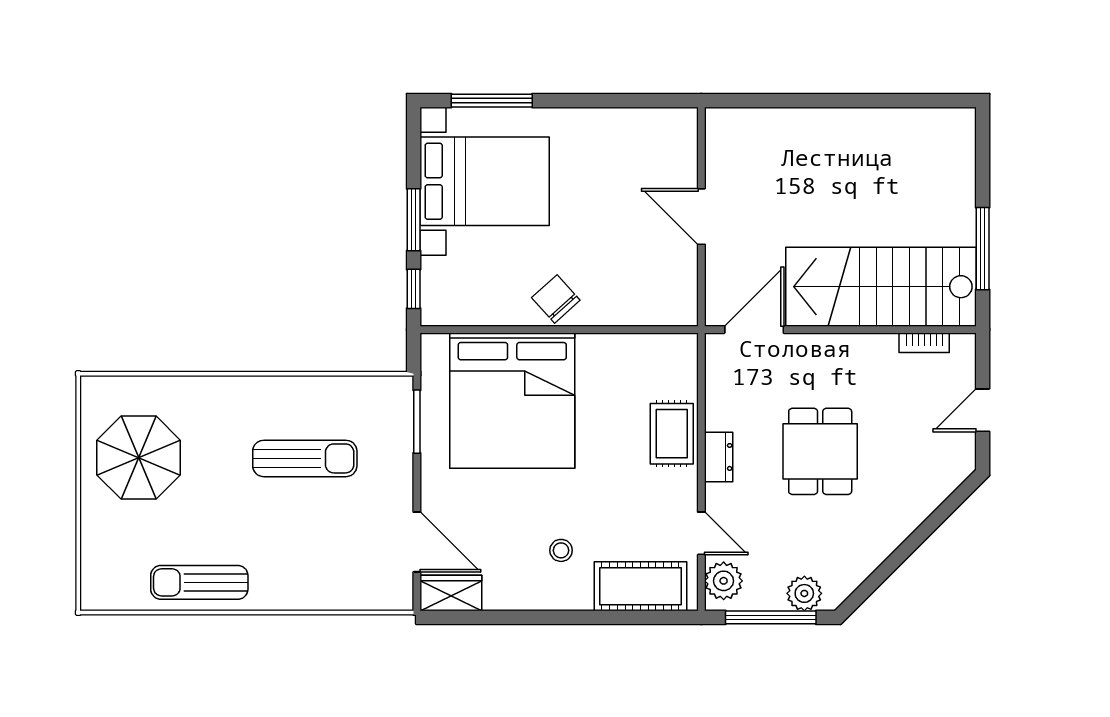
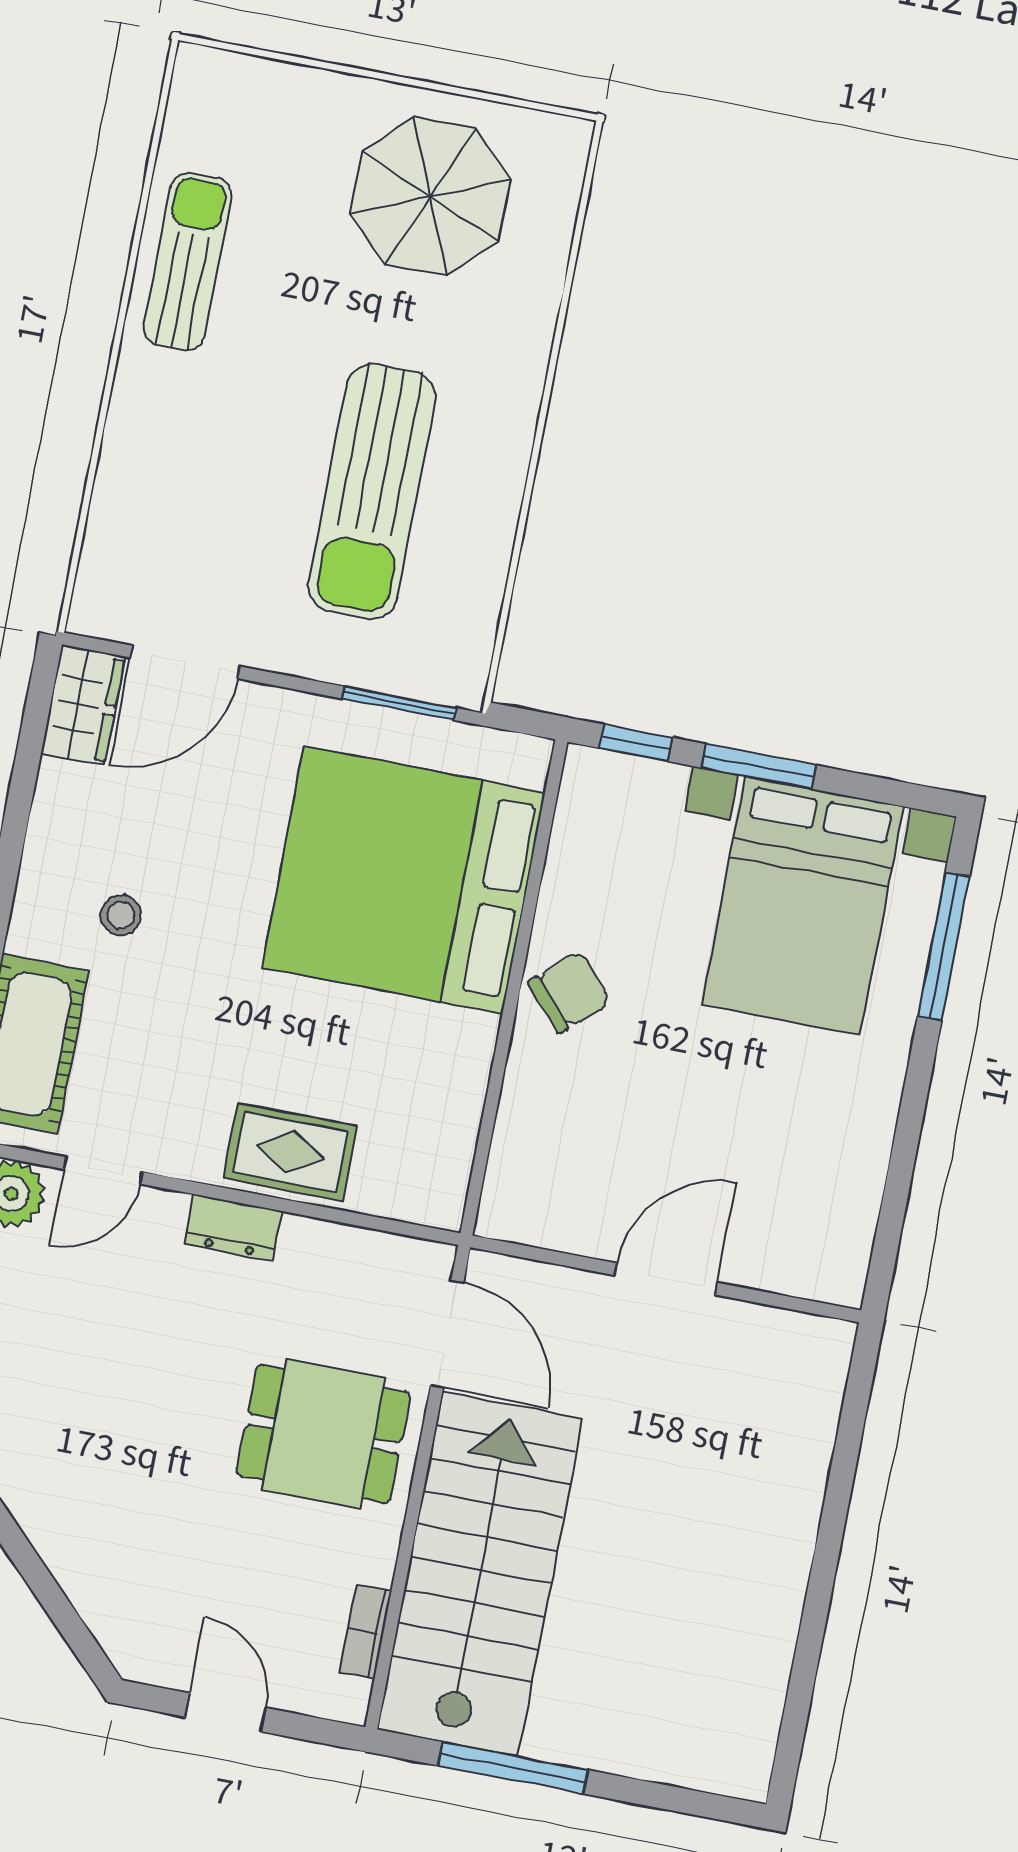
dining table: (820, 451) -> (323, 1434), moved
sun lounger: (305, 458) -> (372, 491), width x1.36, depth x1.34

